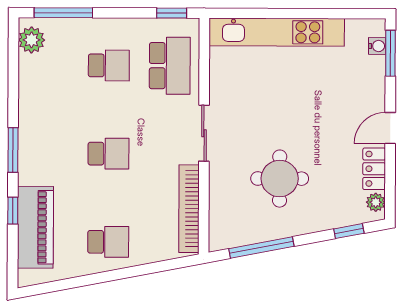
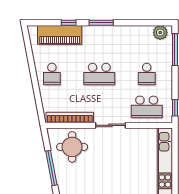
school desk: (108, 154) -> (99, 74), width x1.85
round table: (280, 179) -> (72, 147), moved
window: (261, 247) -> (51, 168), moved

